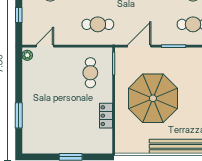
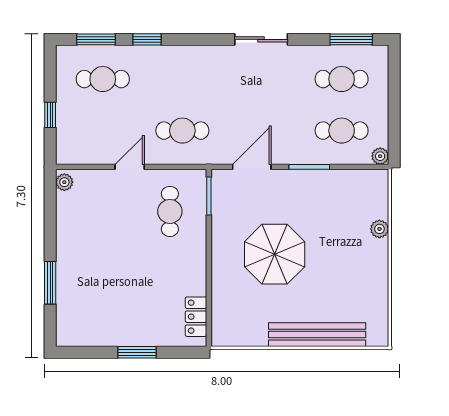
door: (45, 46) -> (130, 167), moved
parasol: (153, 98) -> (275, 254), width x0.73, depth x0.73
locker: (106, 116) -> (196, 317), moved

